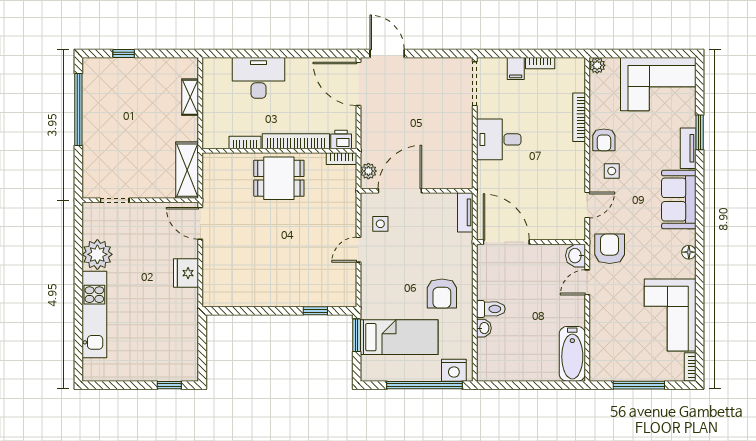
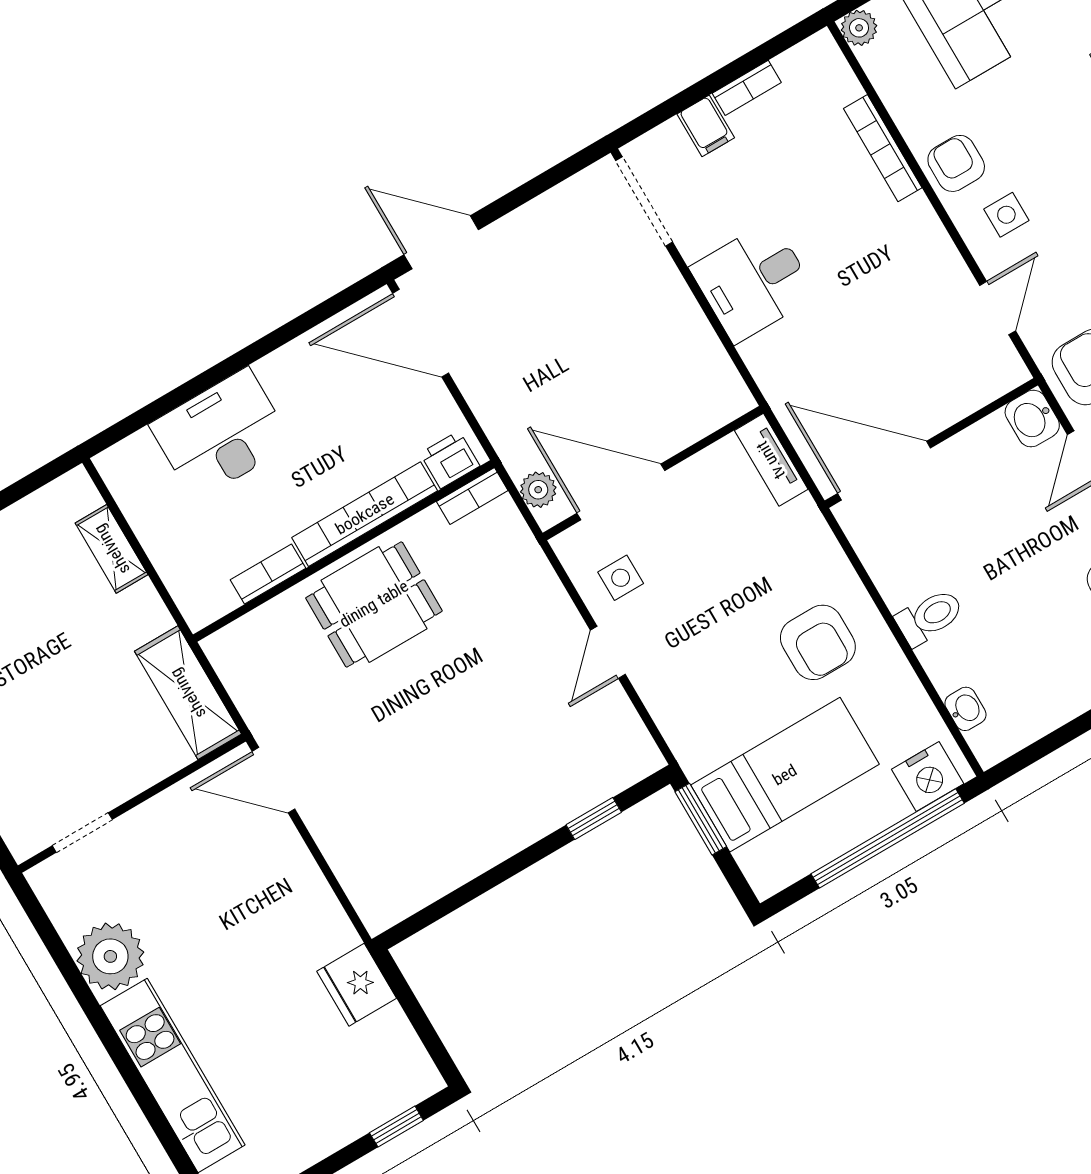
armchair: (604, 140) -> (956, 163), turned 180
door: (400, 191) -> (621, 492), hinge flipped
fridge: (186, 273) -> (357, 985), moved
washbasin: (484, 328) -> (965, 709), moved

